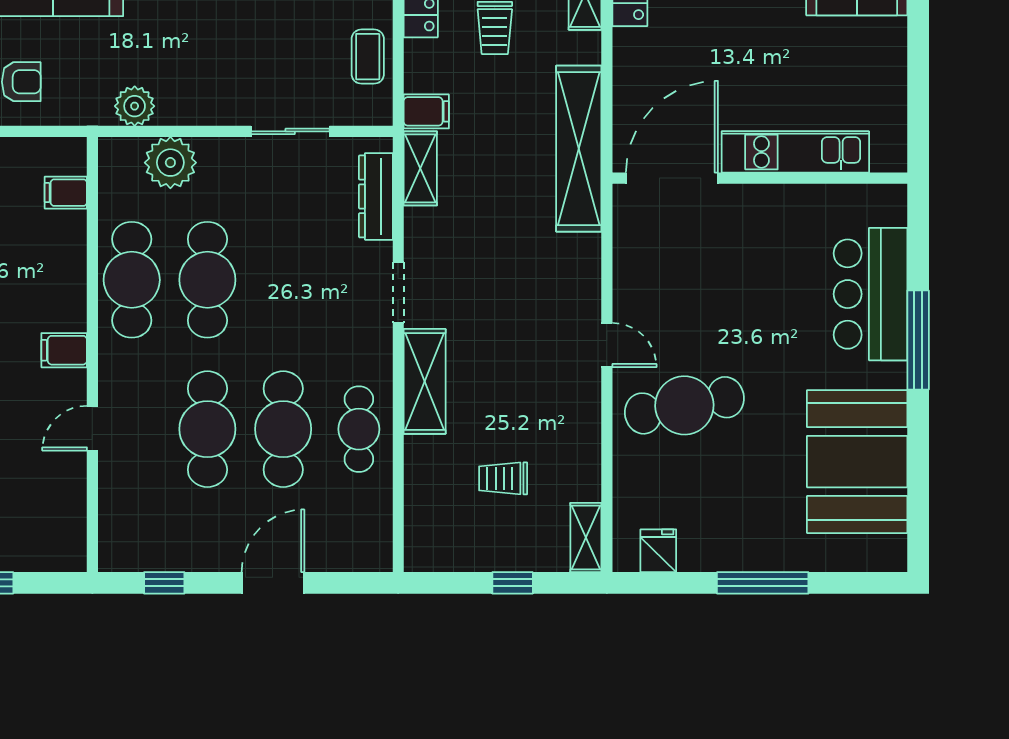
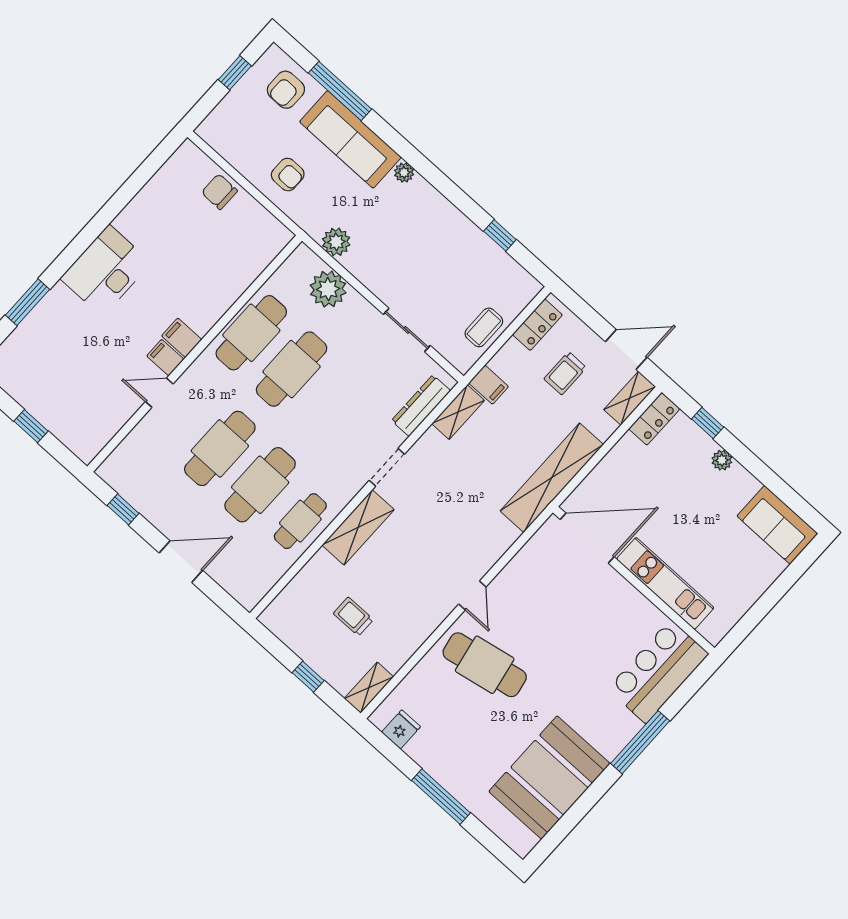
filing cabinet: (66, 193) -> (165, 358), moved
bar counter: (870, 294) -> (658, 671), moved

